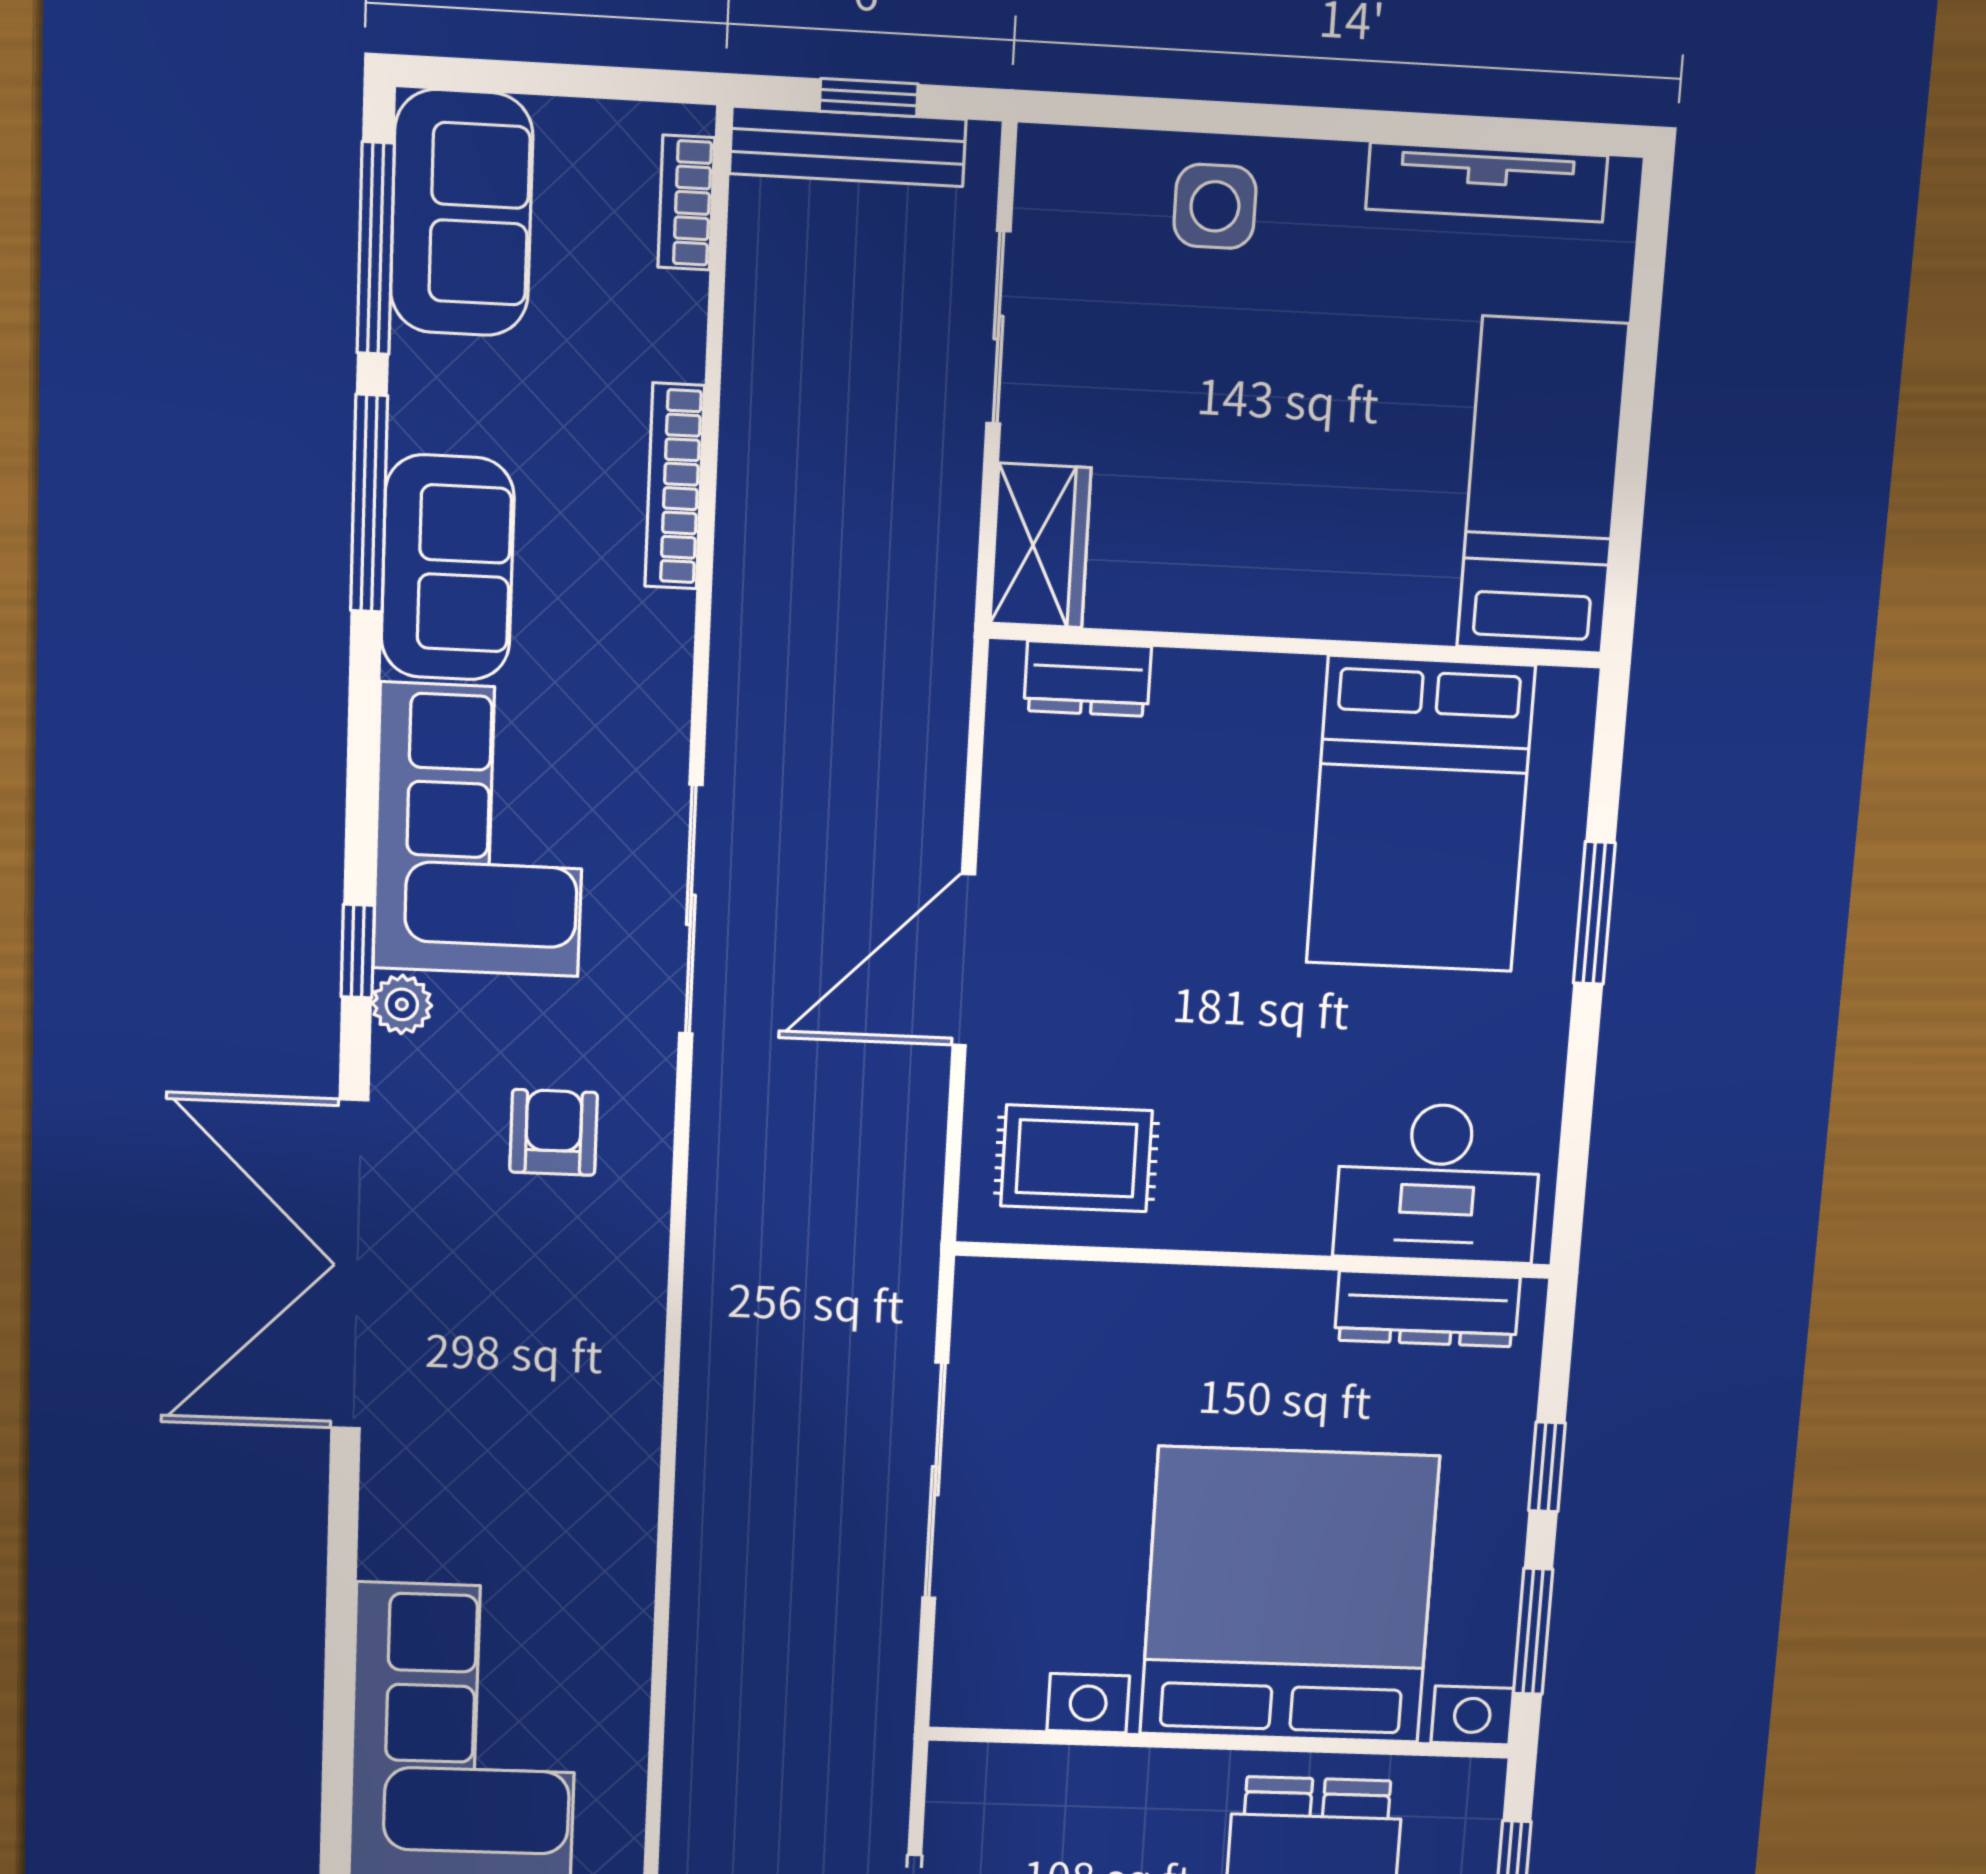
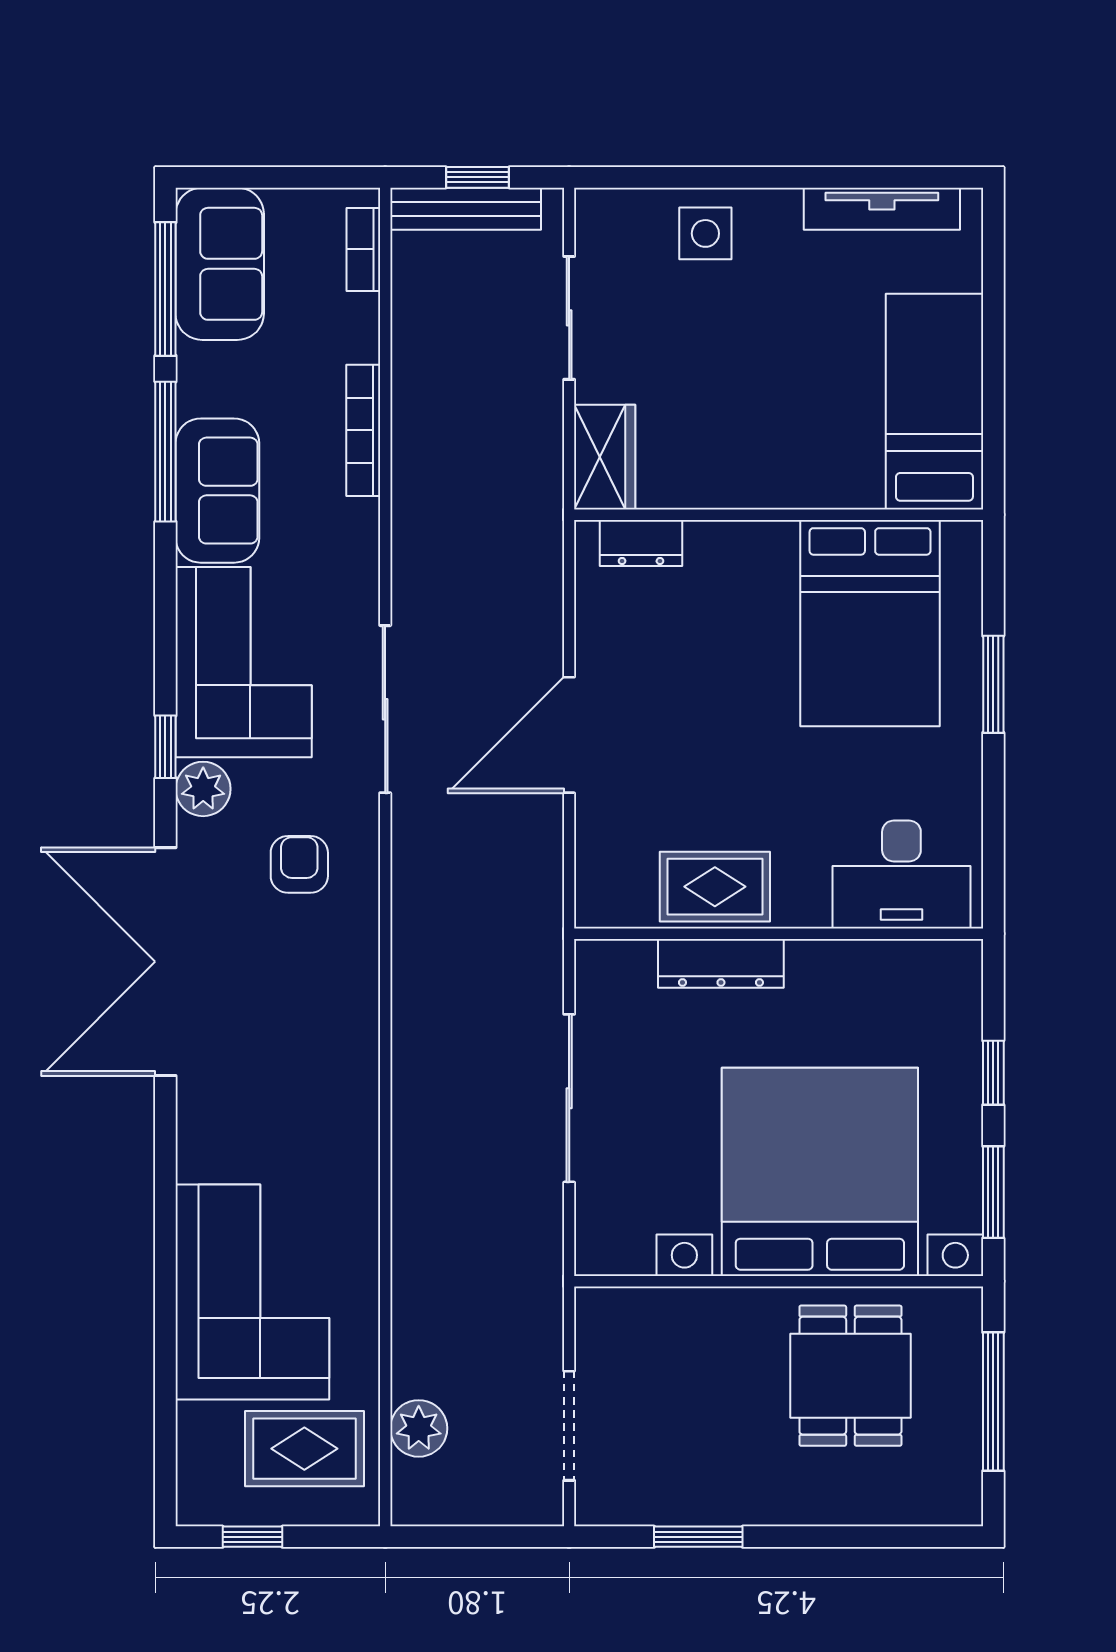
plant: (402, 1004) -> (203, 789), width x1.38, depth x1.38
rug: (1076, 1158) -> (715, 887), moved
dresser: (1427, 1309) -> (721, 963), moved

